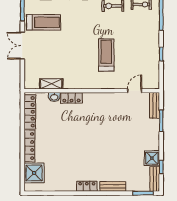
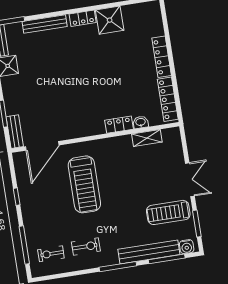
treadmill: (106, 55) -> (84, 184), width x1.37, depth x1.38
door: (135, 91) -> (42, 146), width x1.88
shower: (34, 173) -> (110, 20), moved
bench: (113, 186) -> (45, 24), width x1.36

